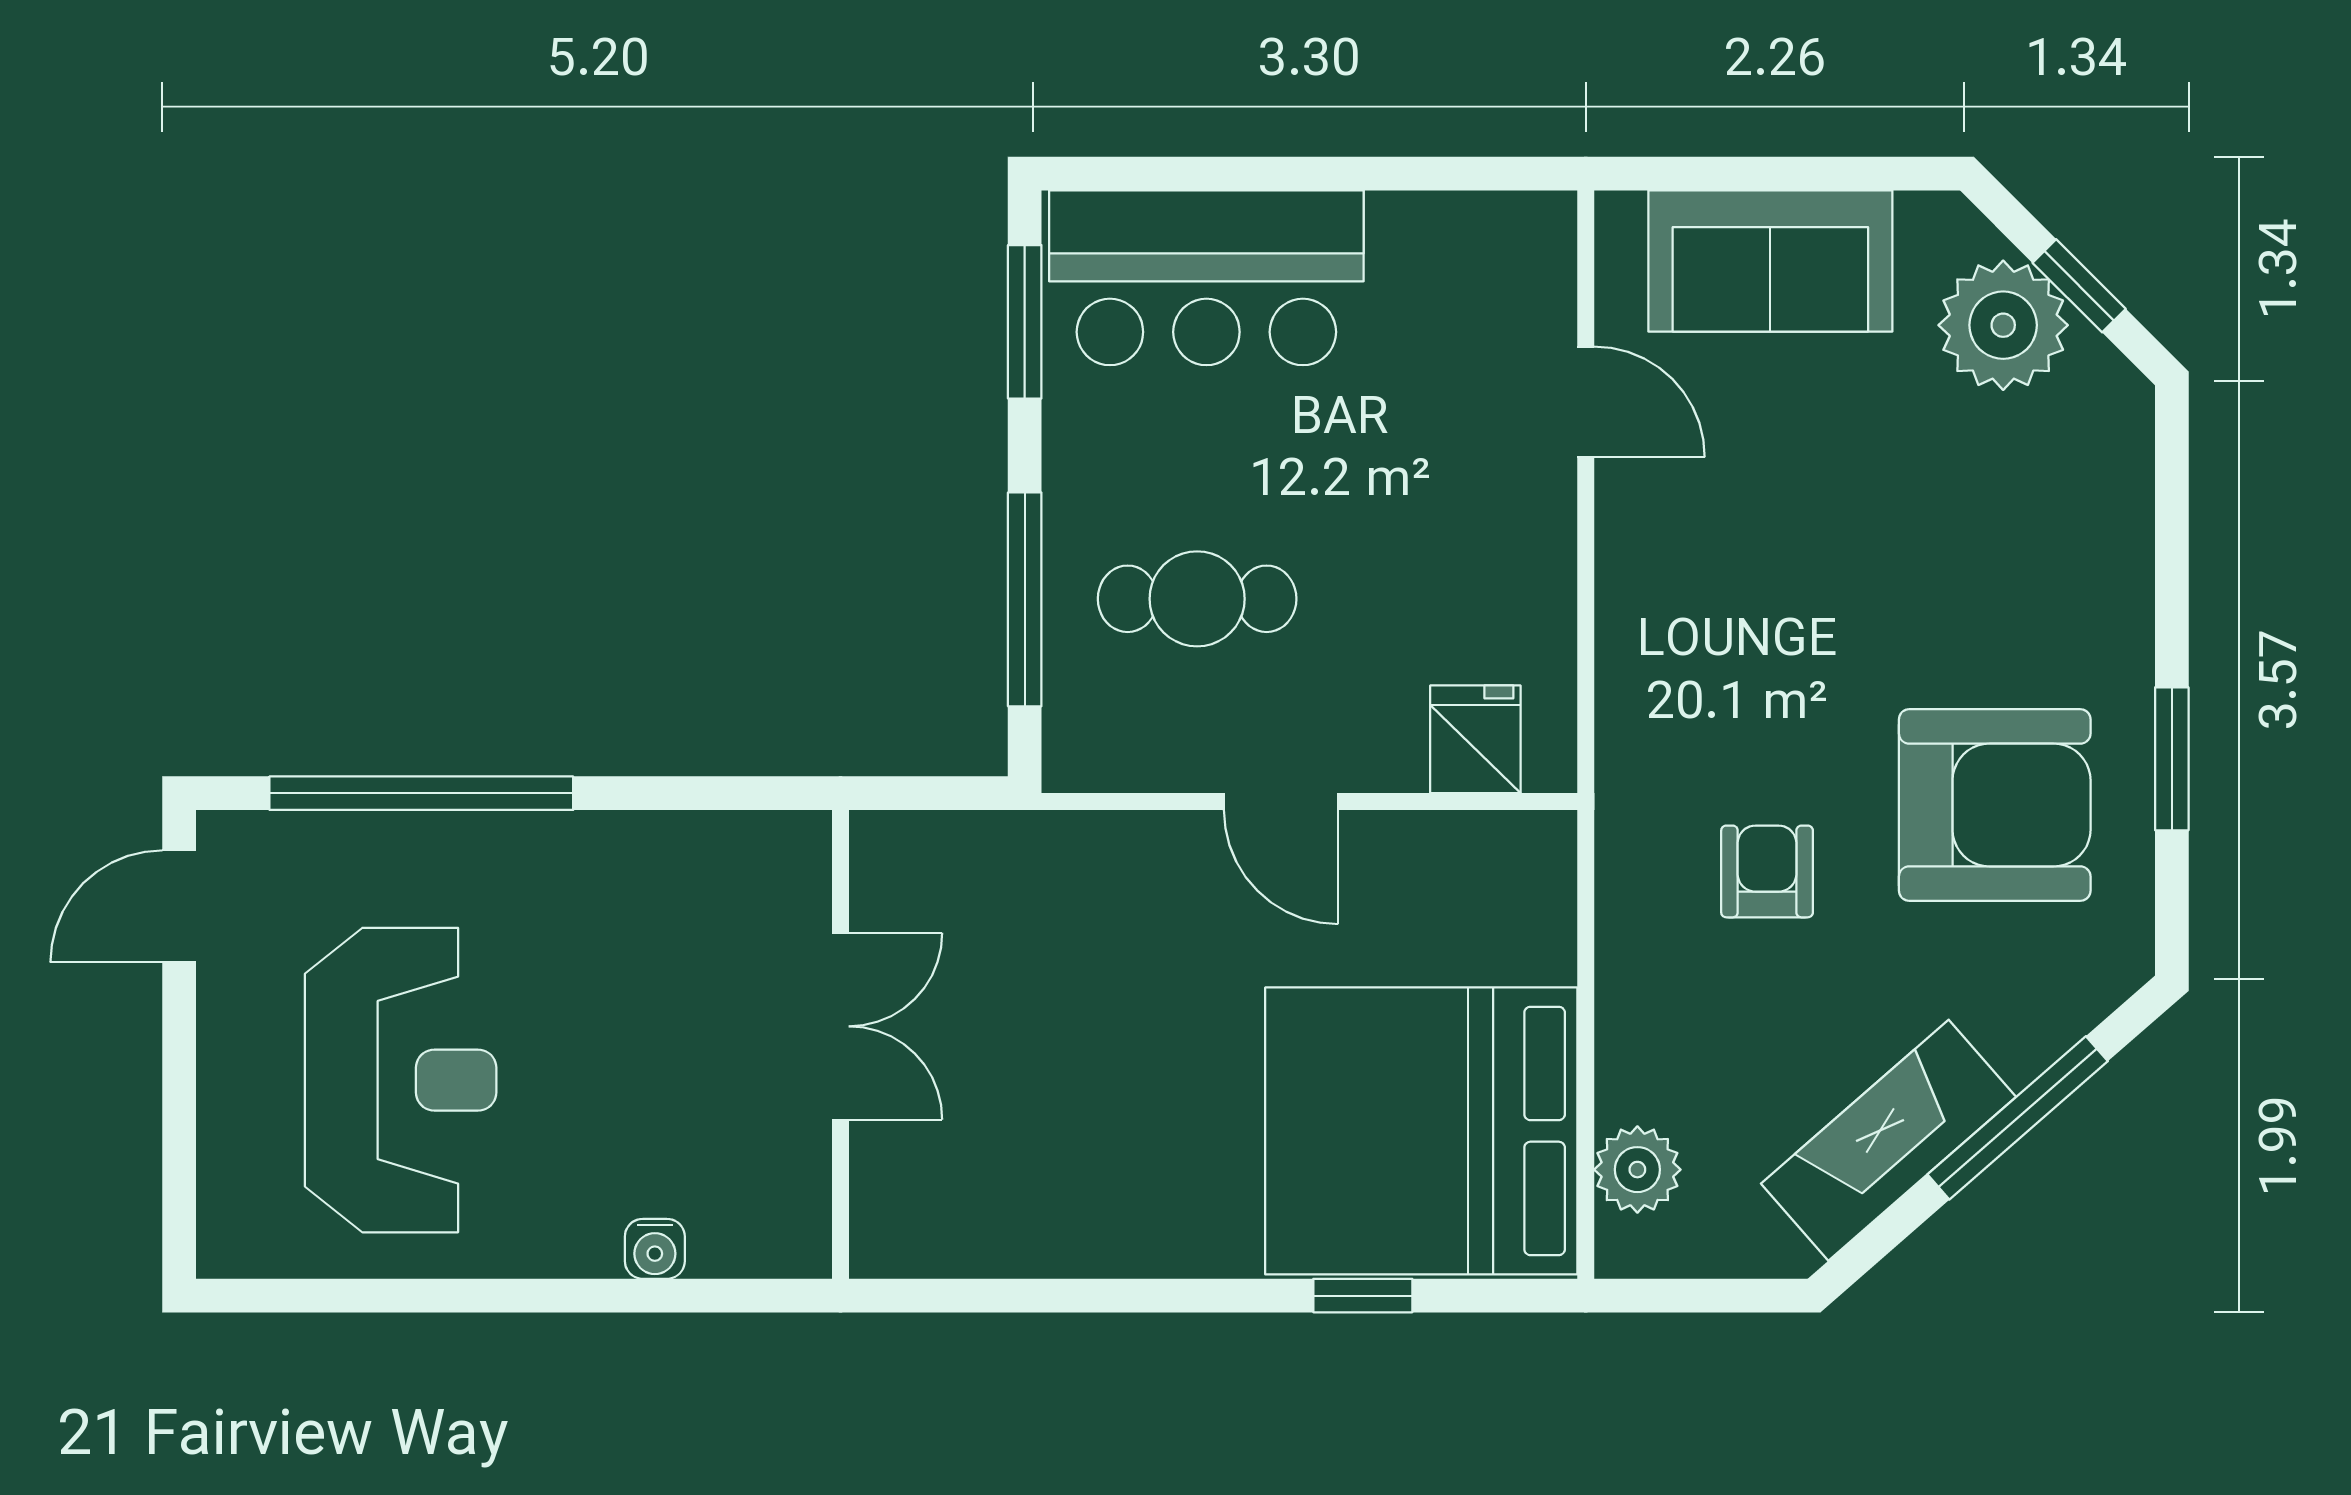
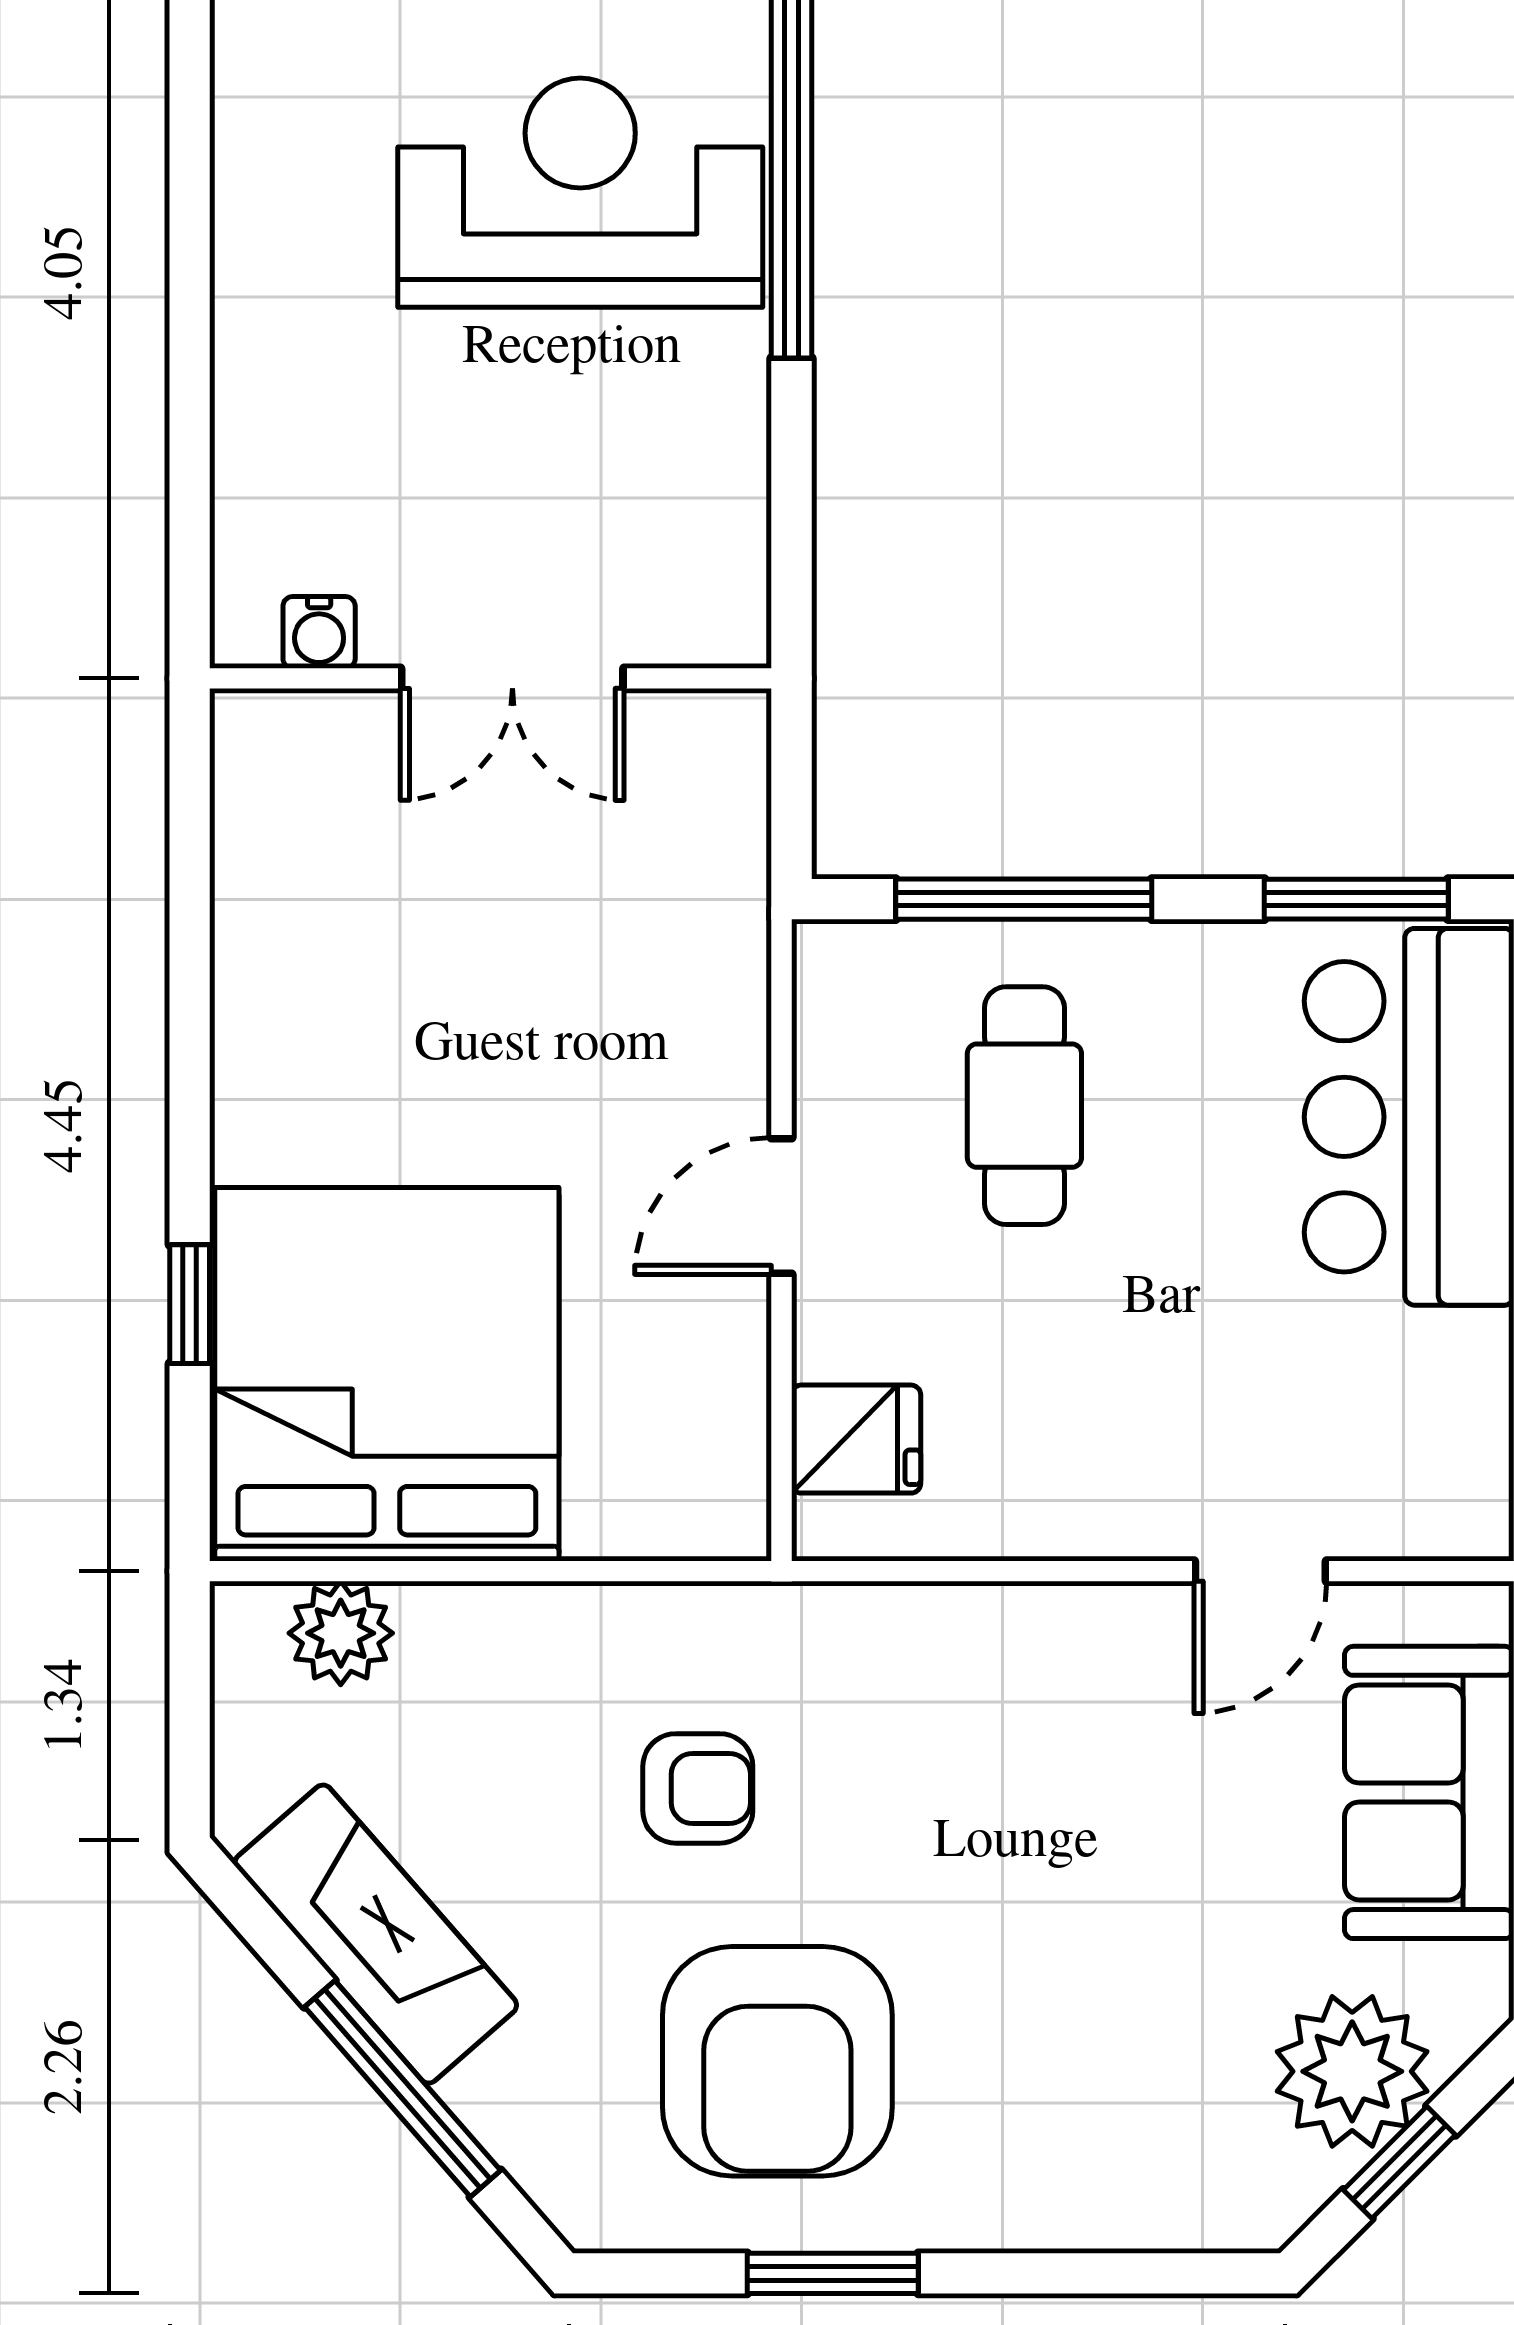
reception desk: (401, 1080) -> (580, 193), moved, turned 180
water cooler: (655, 1249) -> (319, 632), moved, turned -90

